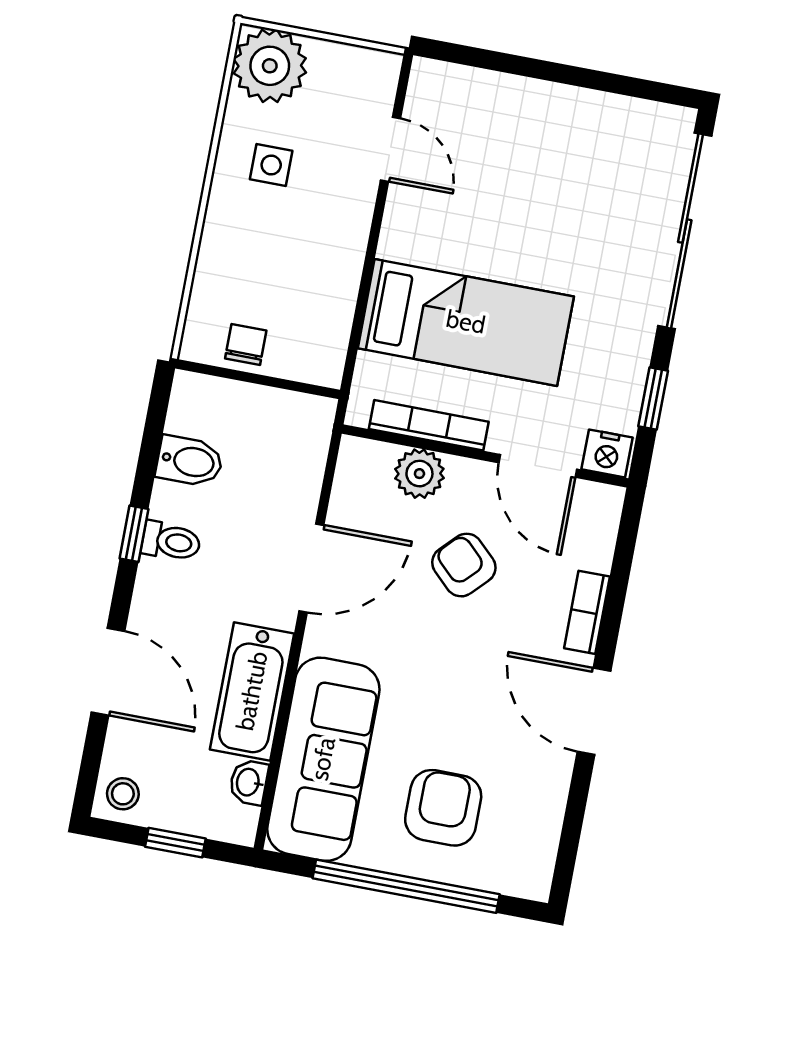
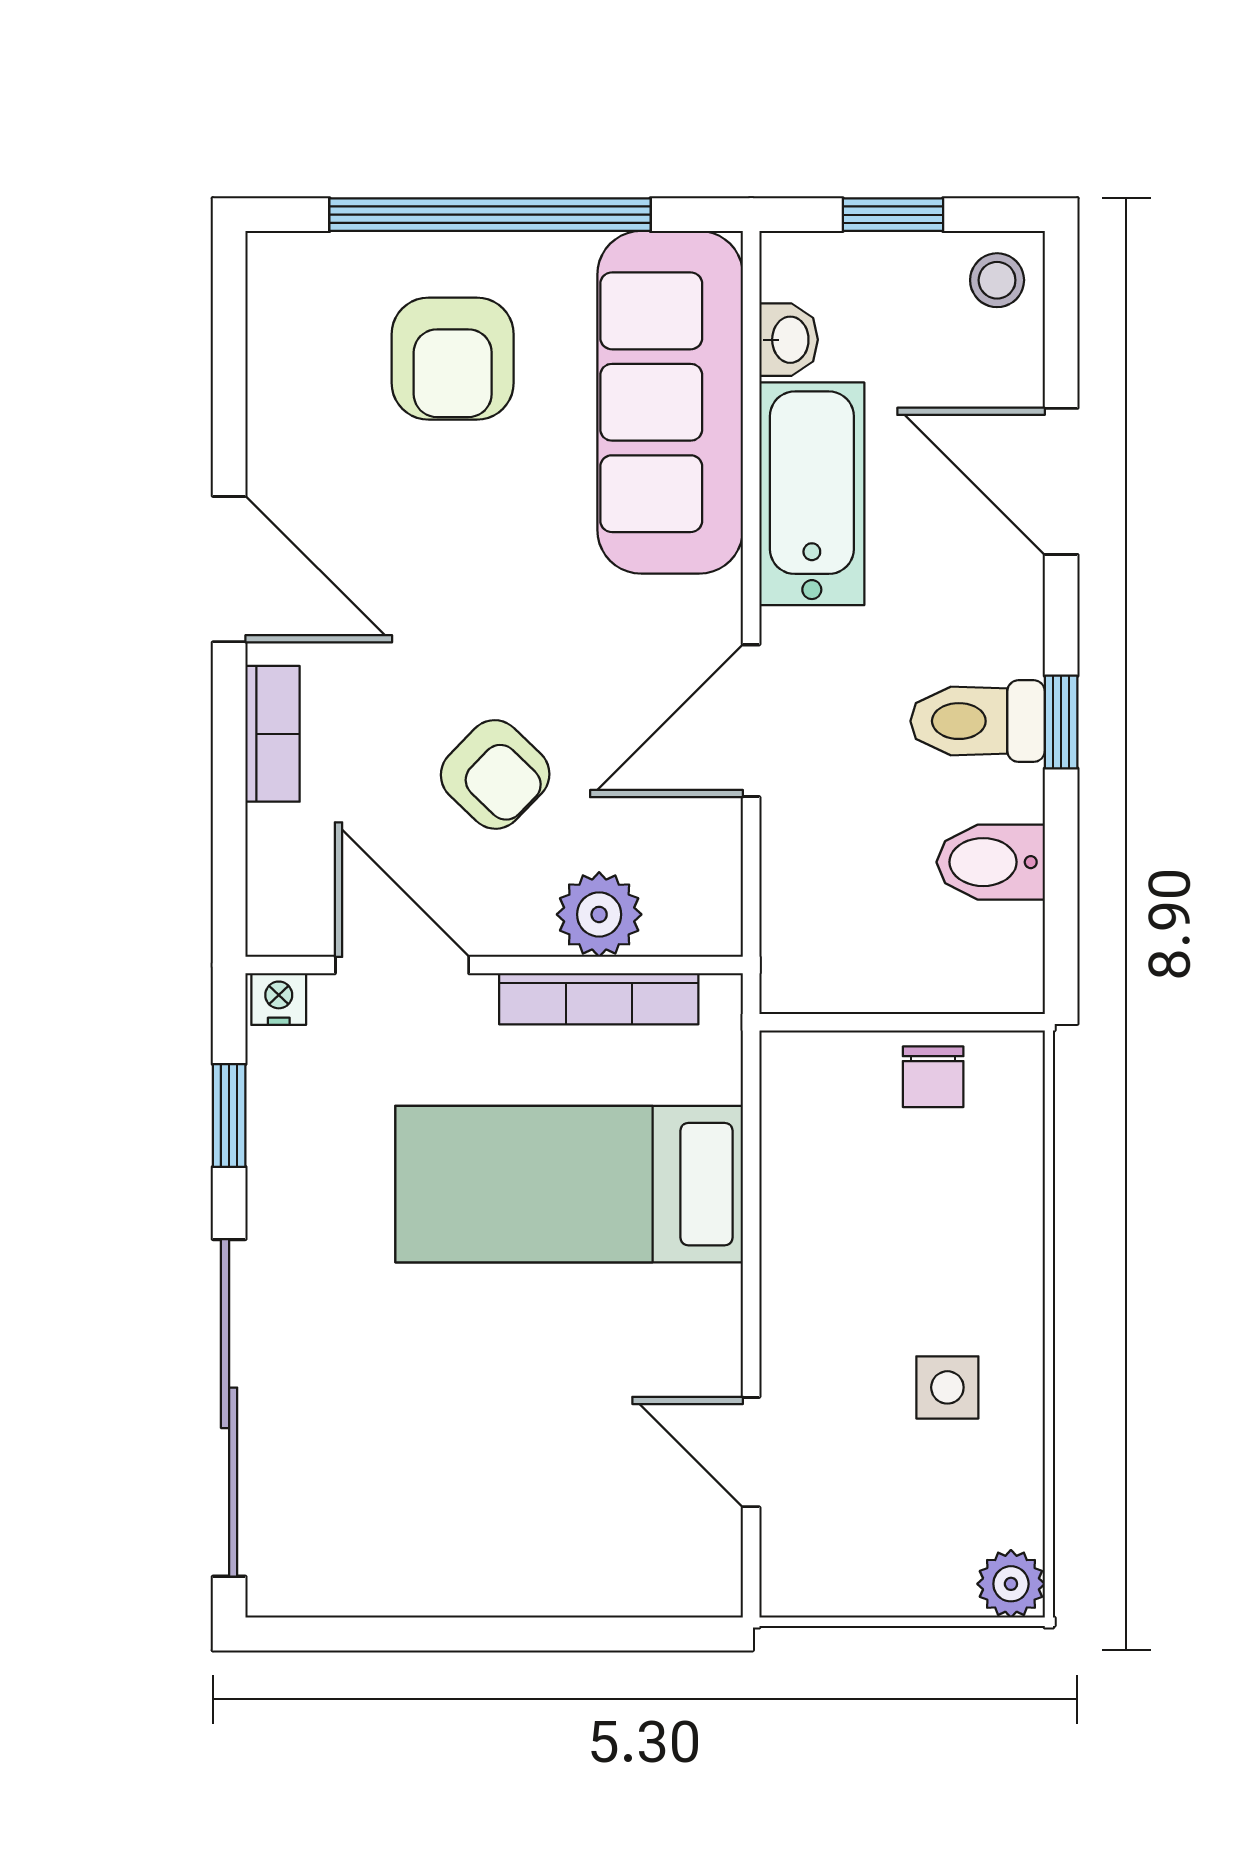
plant: (270, 66) -> (1011, 1584), width x0.53, depth x0.53
nightstand: (607, 453) -> (279, 999), width x0.72, depth x0.74
toilet: (171, 541) -> (978, 721), width x1.37, depth x1.39

